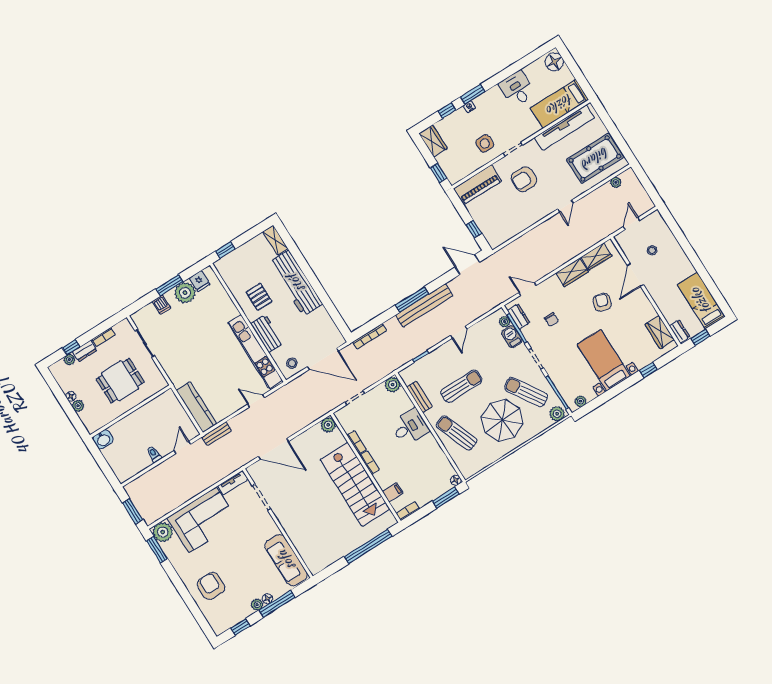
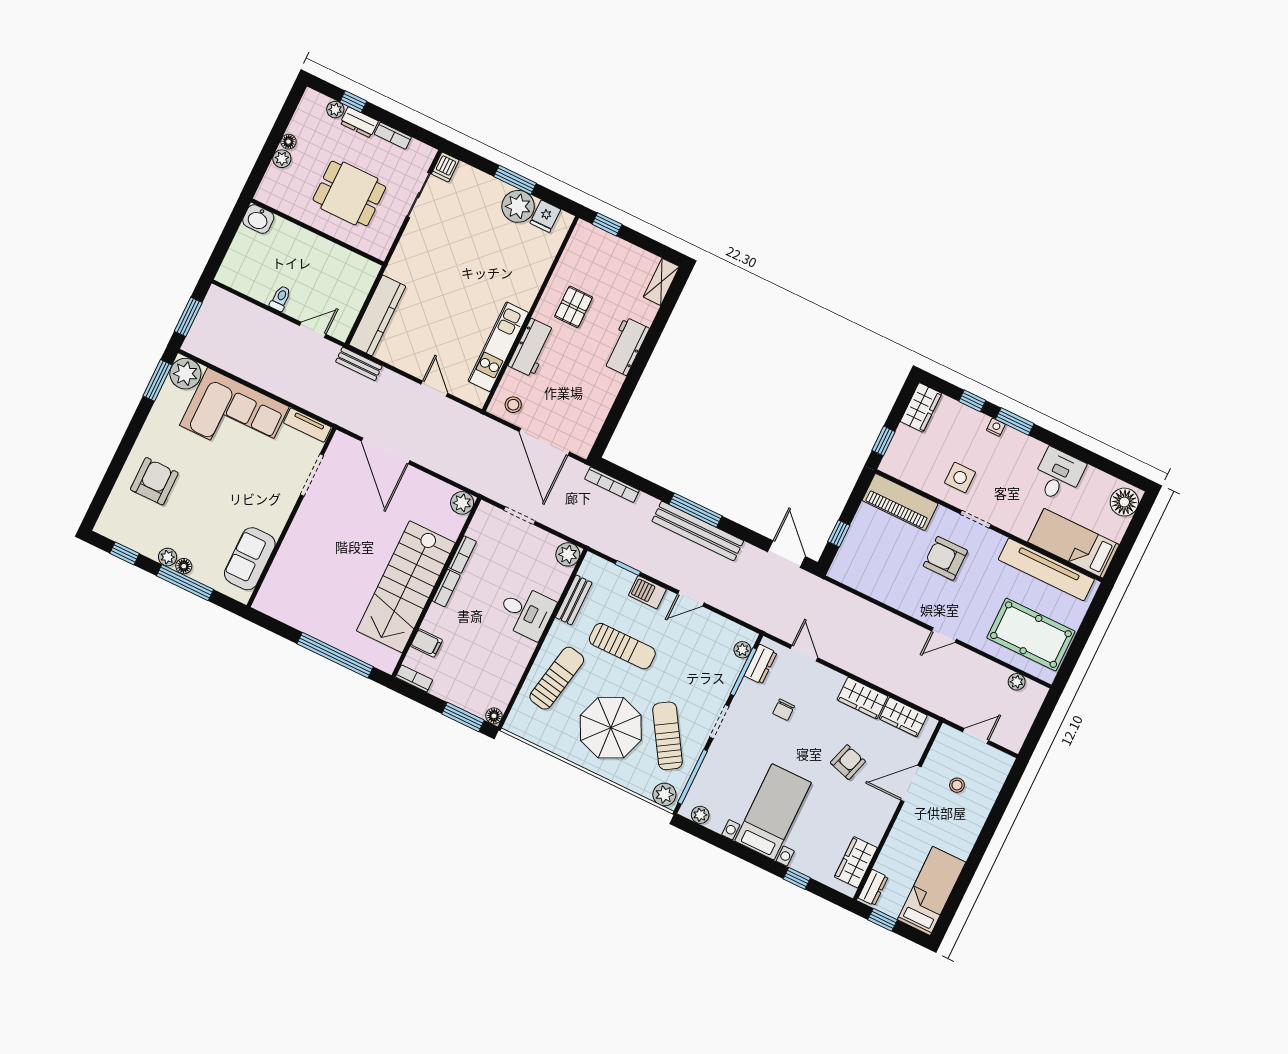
workbench: (296, 283) -> (626, 346), width x0.53, depth x0.76
dishwasher: (161, 305) -> (445, 167), moved
barbecue: (512, 337) -> (647, 592), moved, turned -90
kitchen unit: (255, 352) -> (498, 347), width x0.73
sun lounger: (457, 433) -> (557, 678), turned 32
sofa: (286, 560) -> (250, 559), width x0.73

